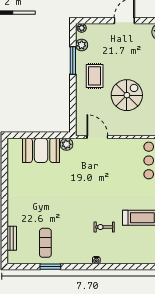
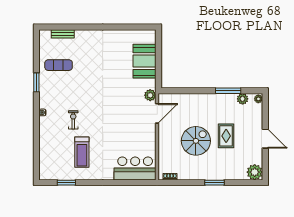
rug: (95, 76) -> (226, 136), moved, turned 90
spiral stairs: (127, 95) -> (196, 141), turned -90
plant: (66, 144) -> (150, 95), moved
window: (50, 267) -> (36, 82), moved

